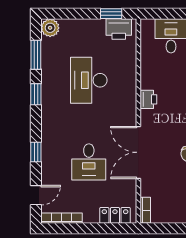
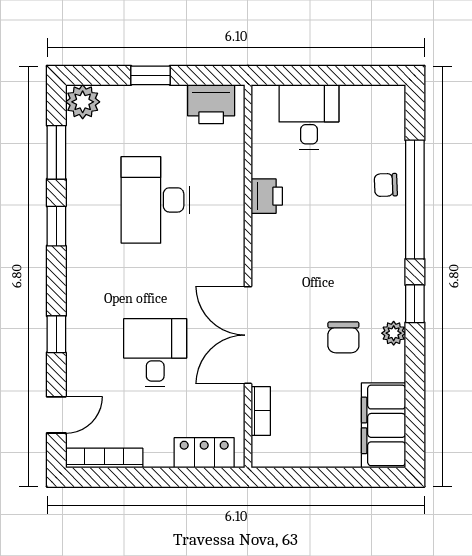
window: (111, 14) -> (151, 75), moved
printer: (148, 99) -> (267, 196), moved
desk: (89, 162) -> (155, 353), turned 180
bookcase: (145, 210) -> (261, 411), moved

